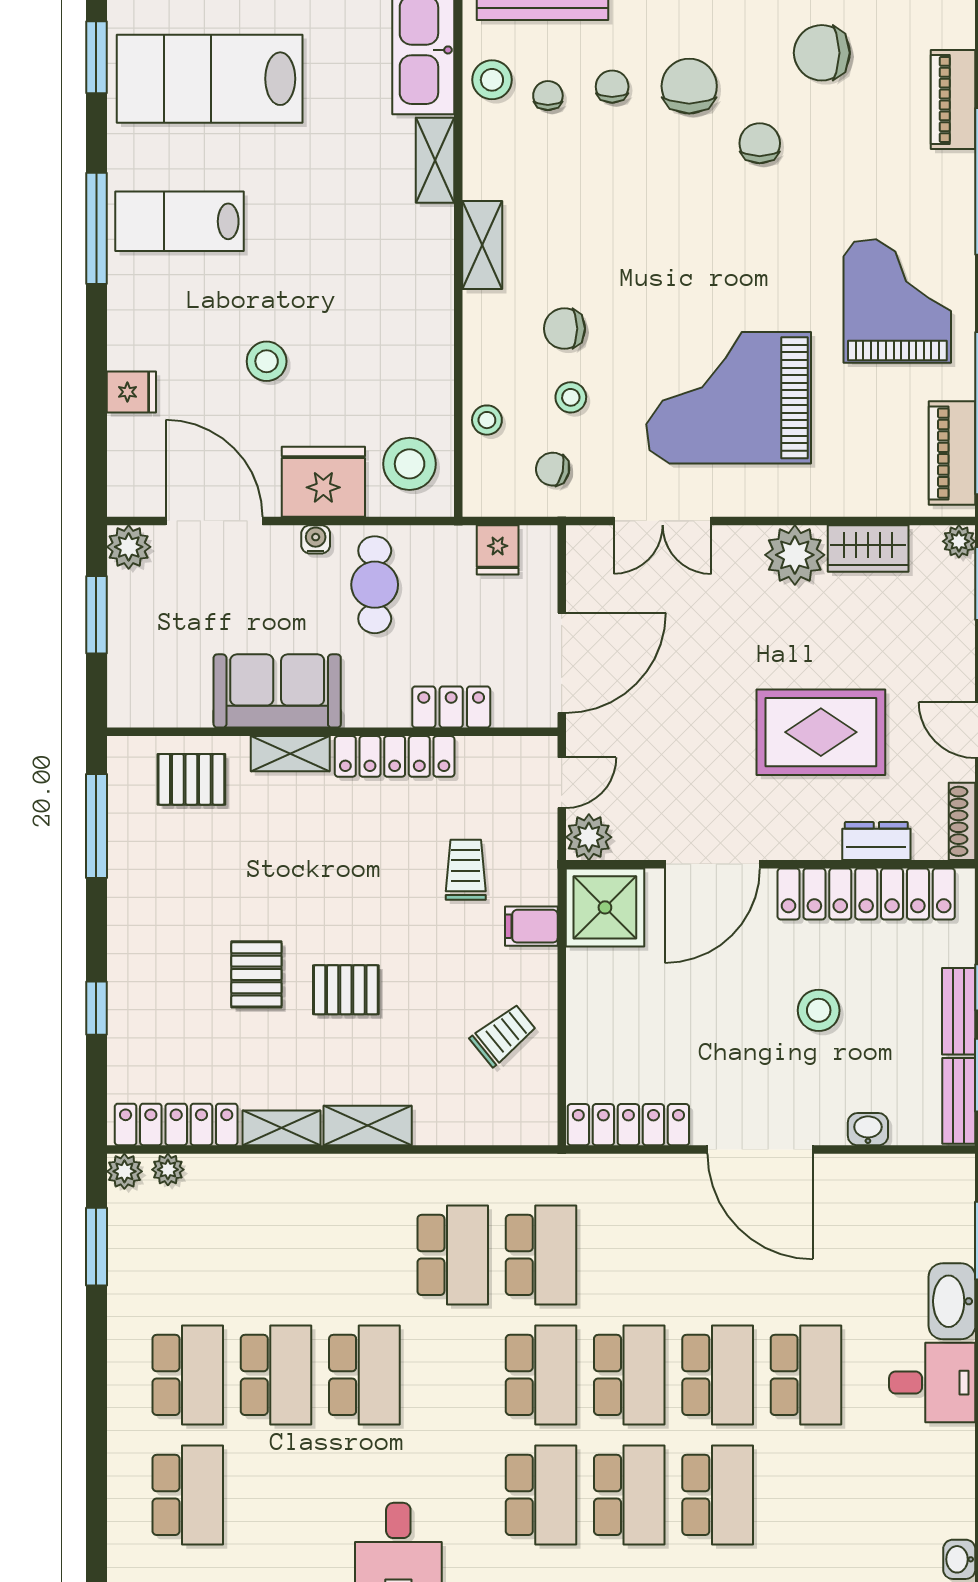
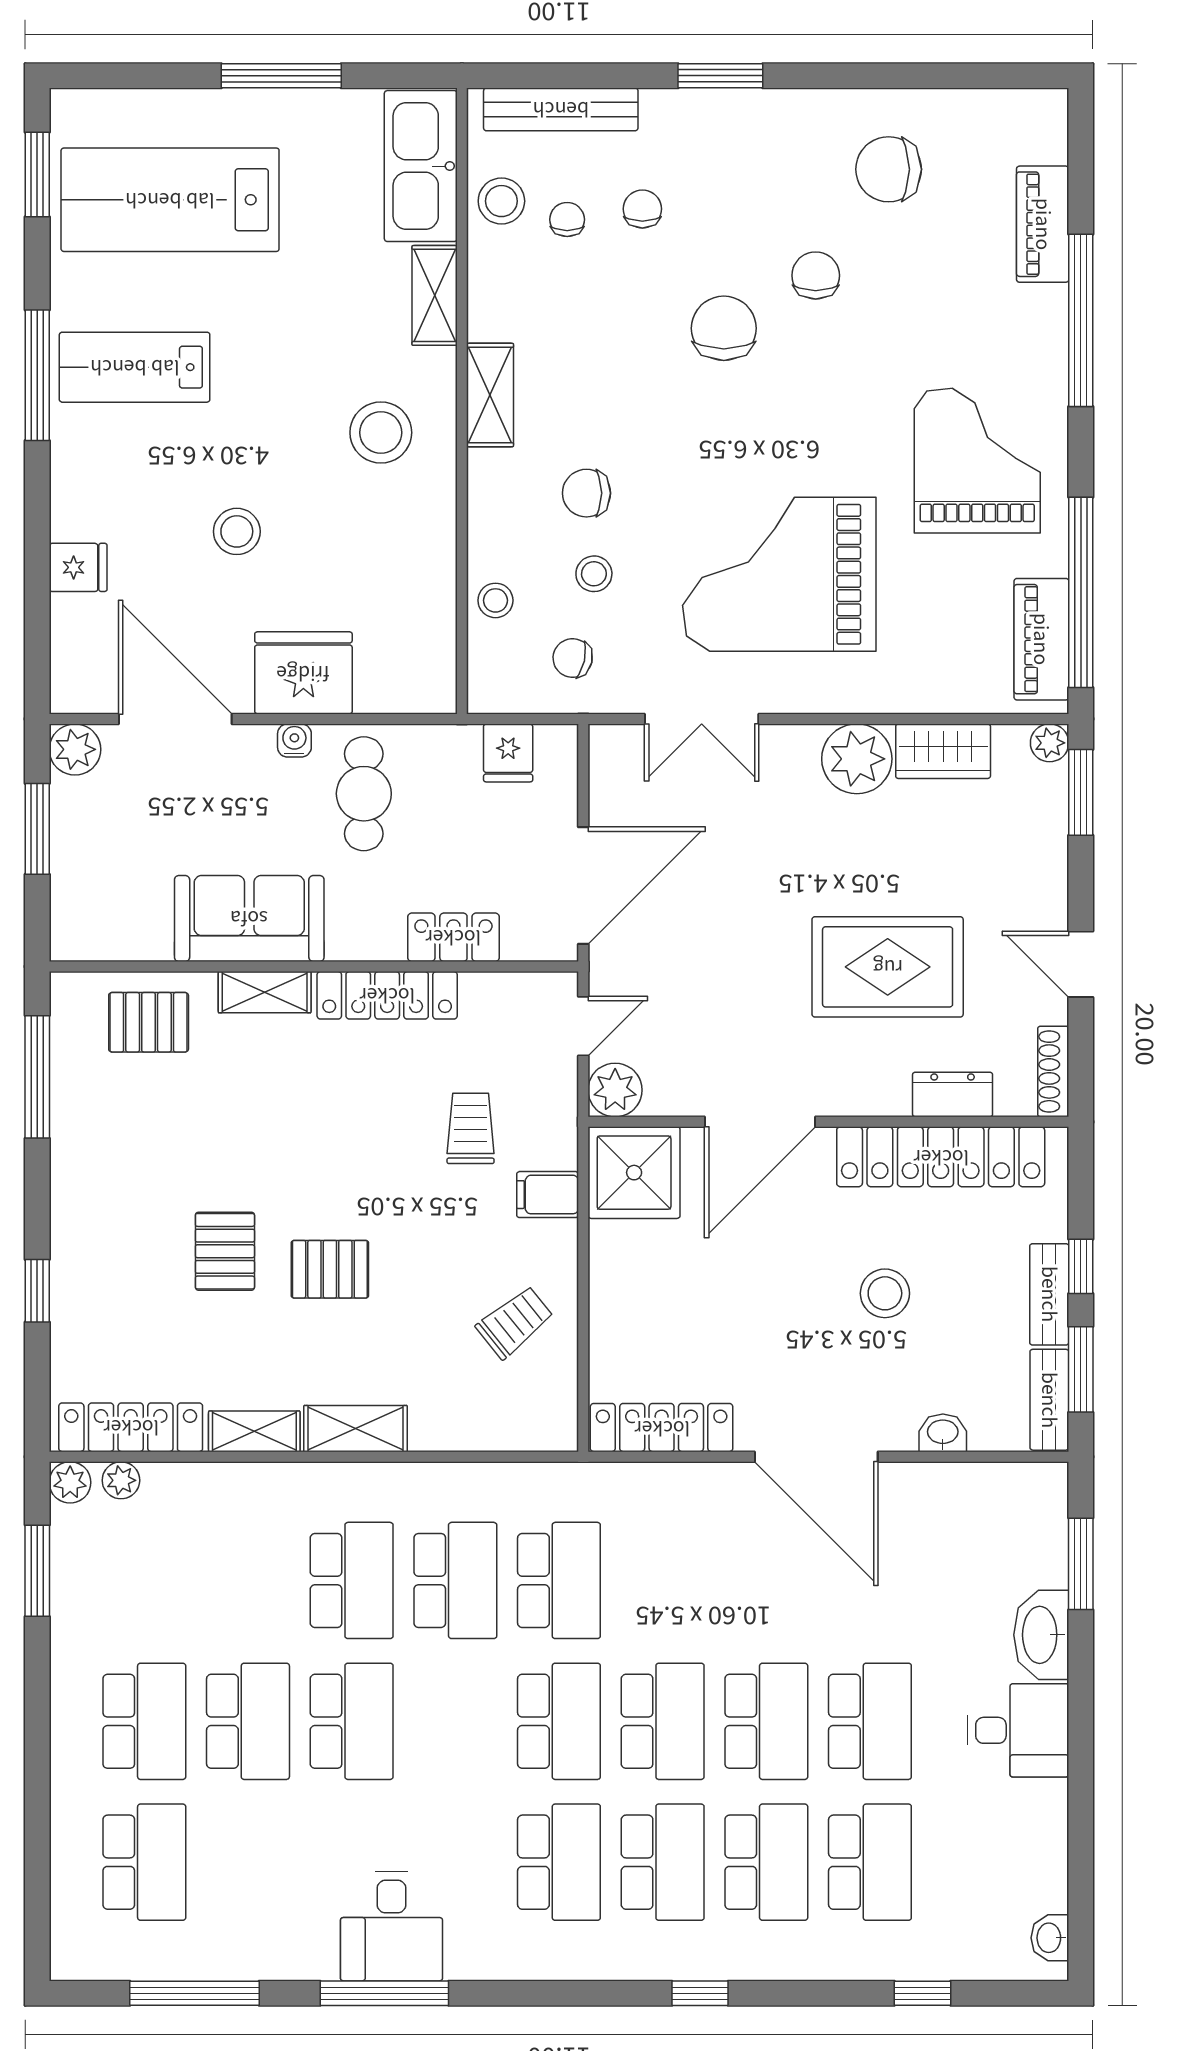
chair: (689, 86) -> (724, 328), moved
stool: (410, 464) -> (381, 433), moved
school desk: (364, 1255) -> (352, 1580), added
school desk: (806, 1495) -> (870, 1862), added

